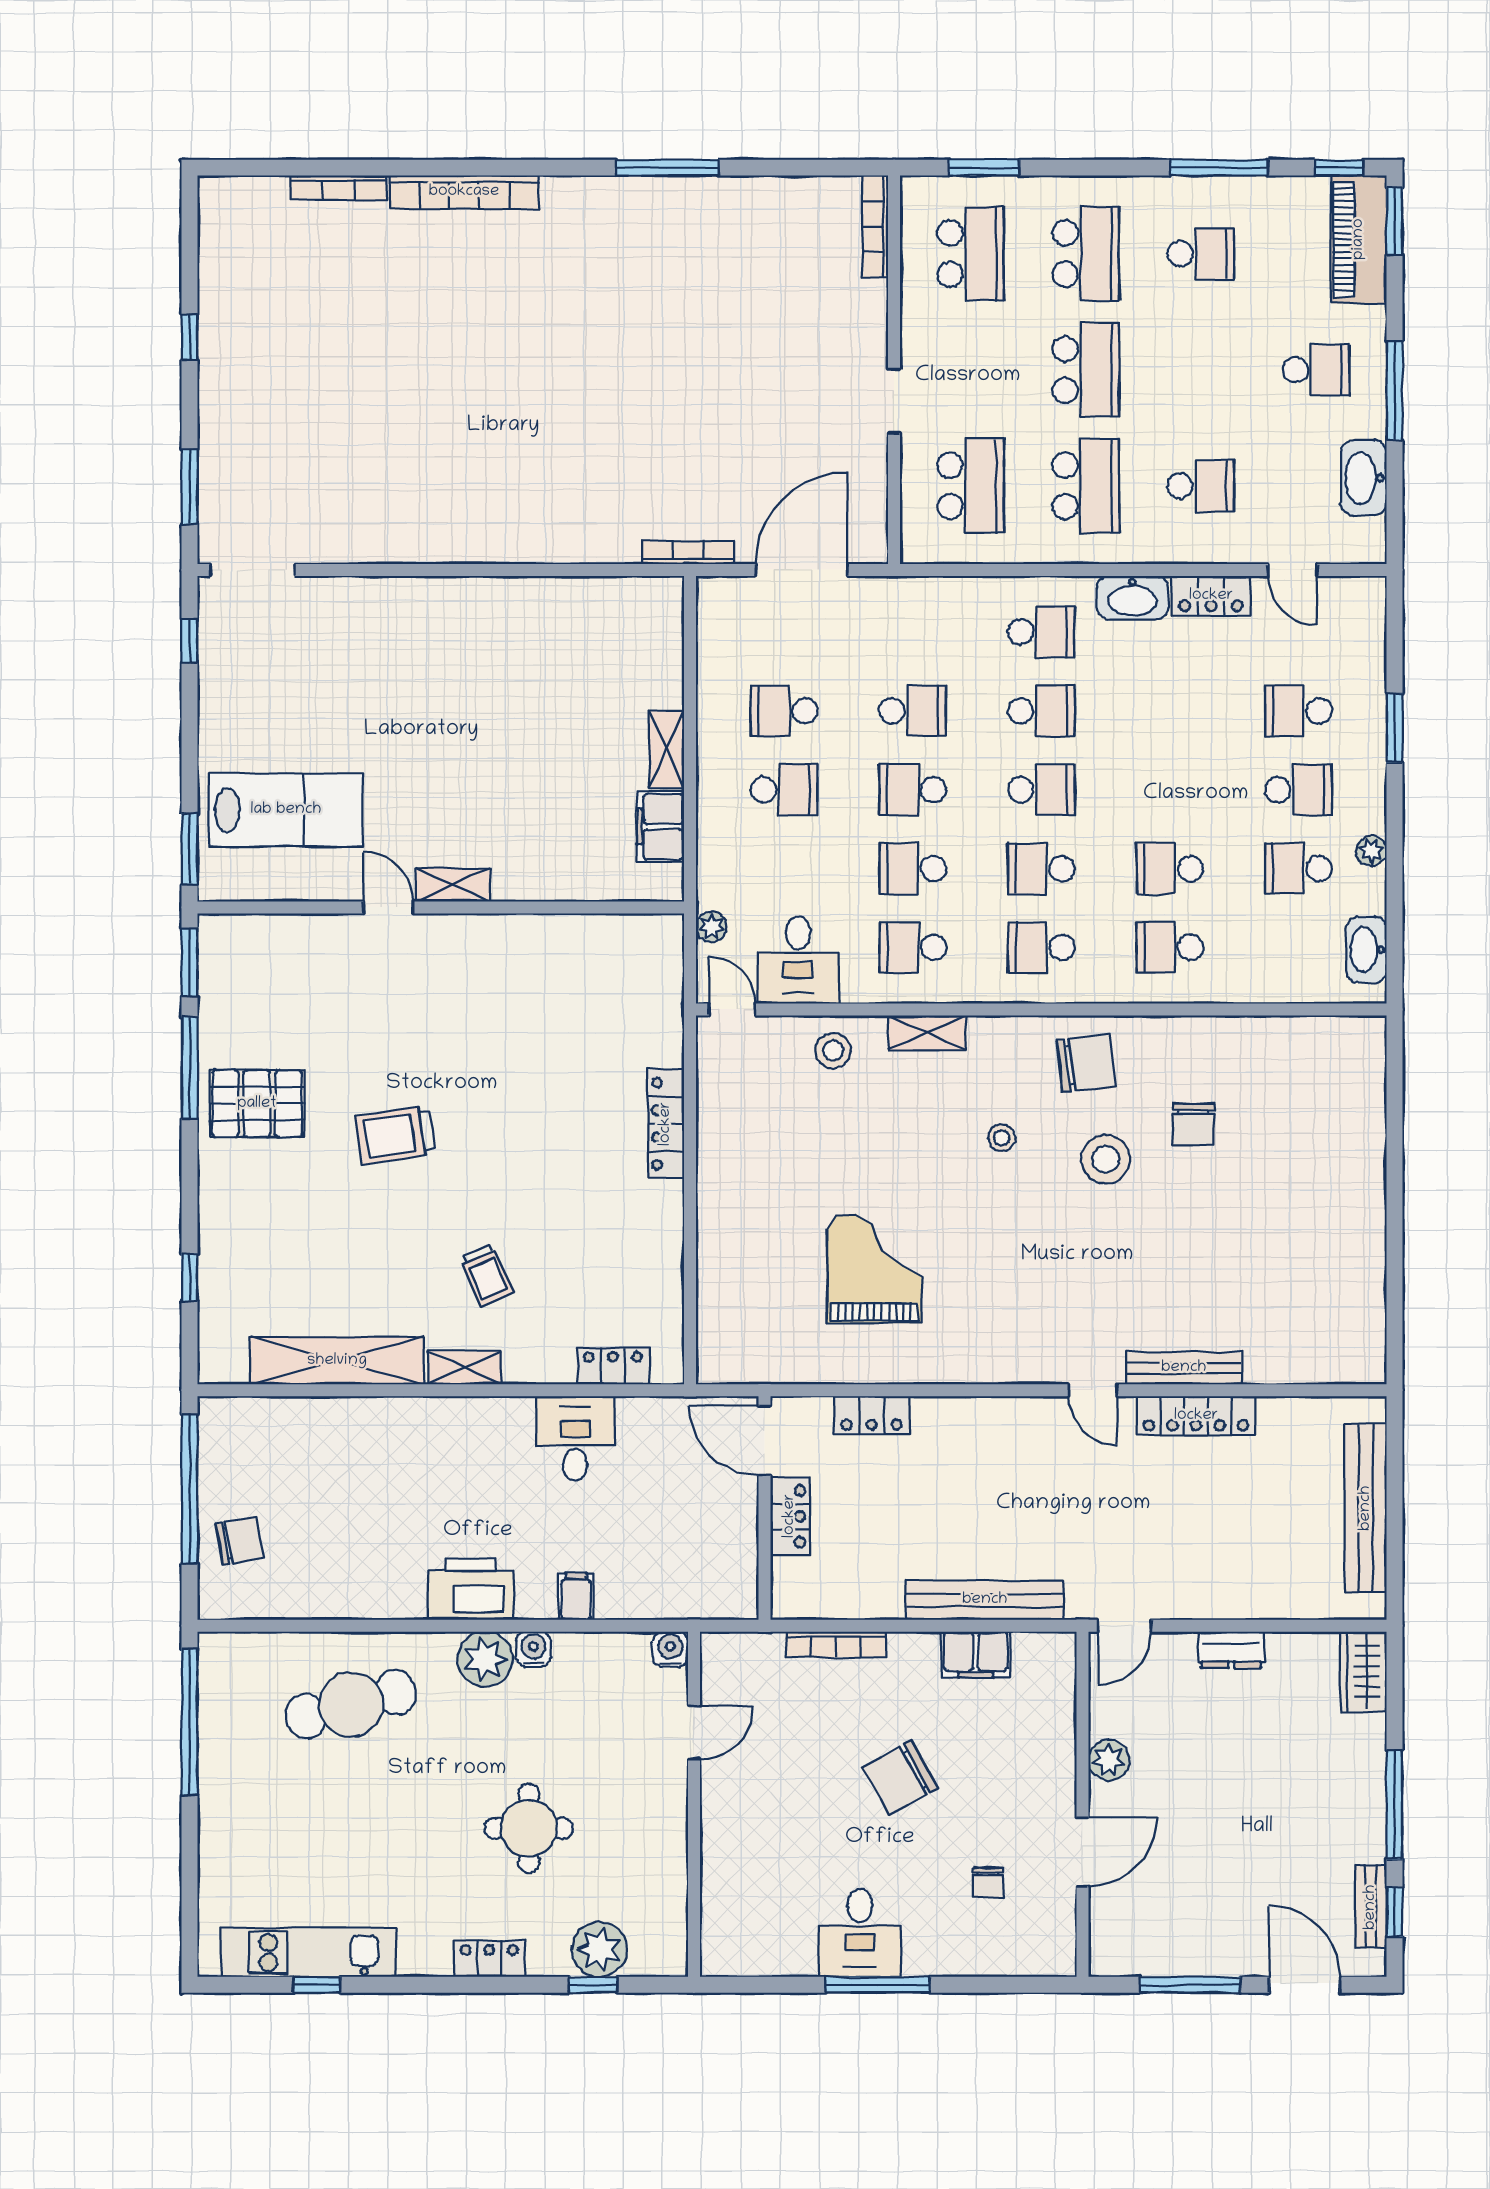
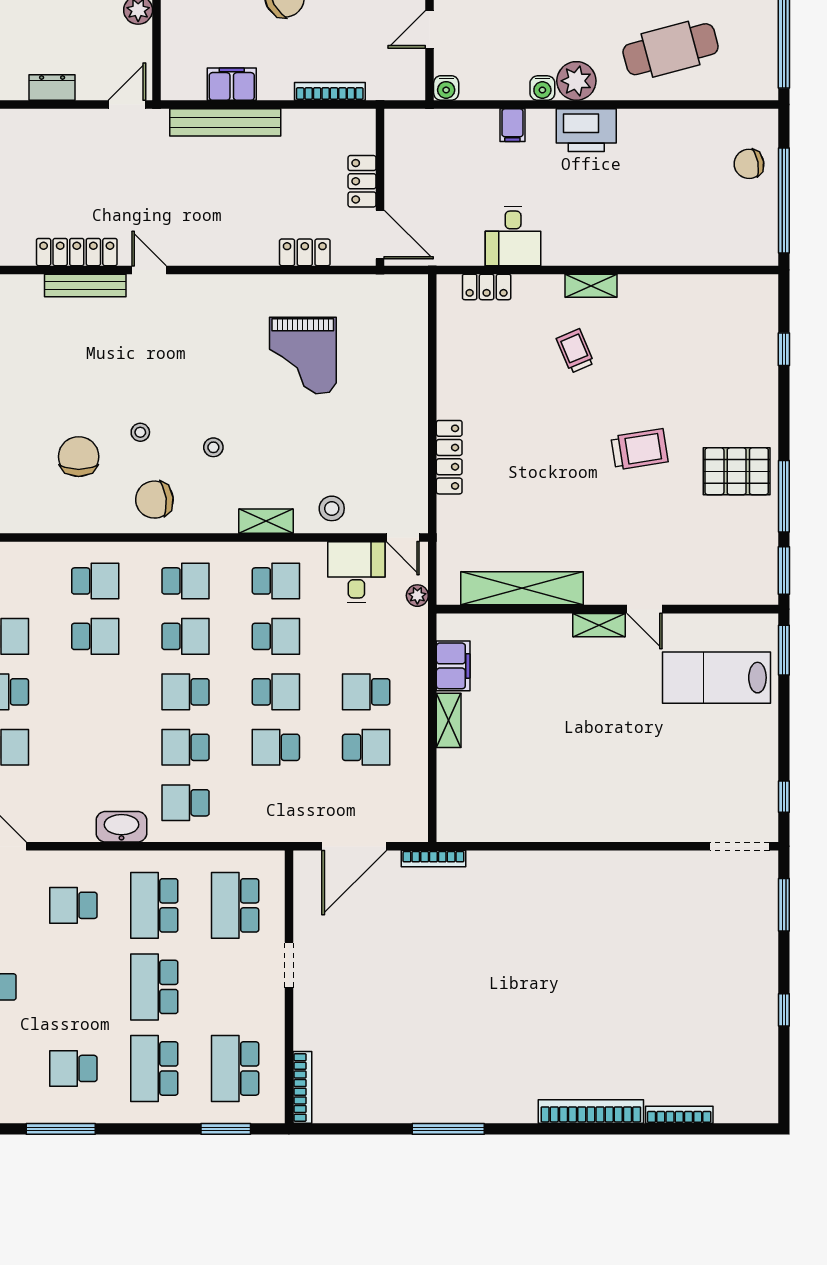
locker: (1211, 596) -> (66, 828), removed
chair: (1193, 1125) -> (79, 457), width x1.37, depth x1.37
stool: (1106, 1159) -> (140, 432), width x0.53, depth x0.53
shelving: (337, 1361) -> (522, 588), moved

